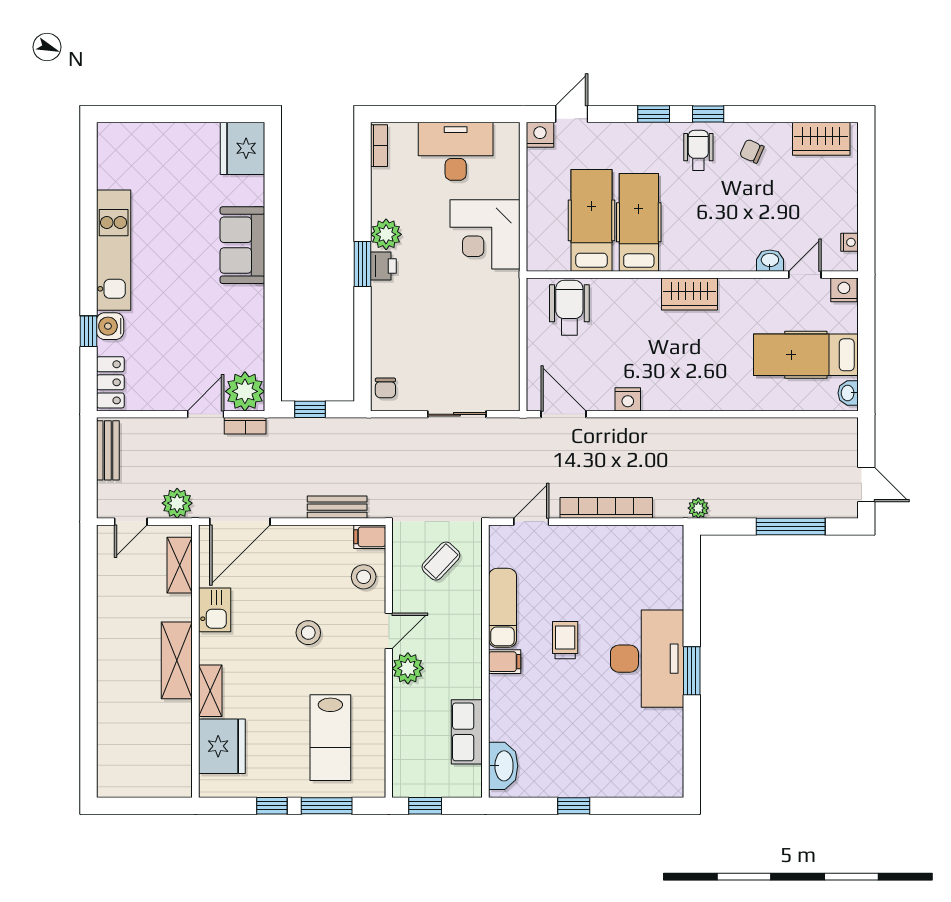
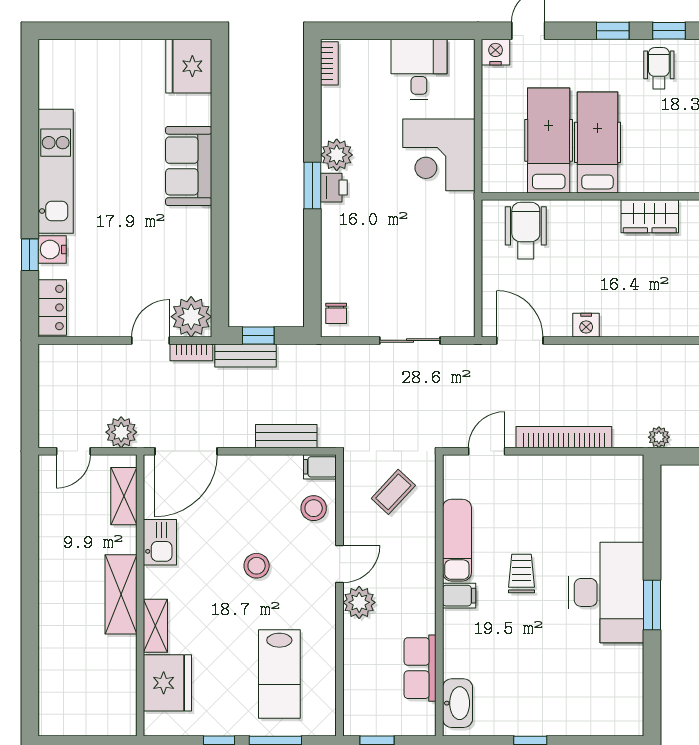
desk: (456, 151) -> (419, 69), width x0.73
bench: (108, 450) -> (246, 355), moved, turned 90

